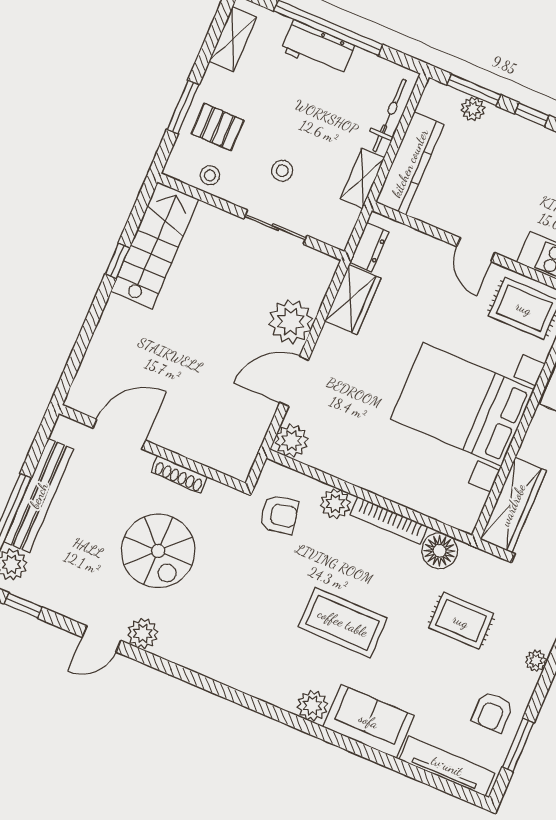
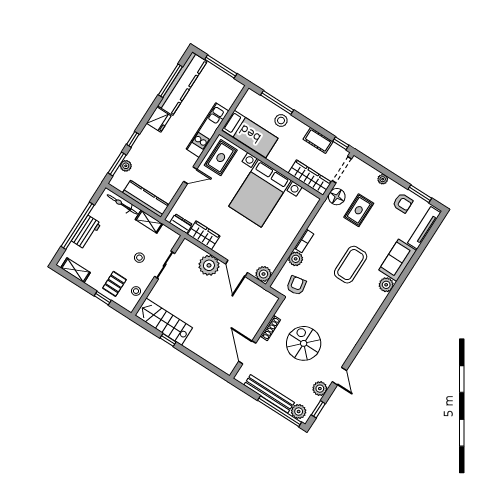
window: (183, 107) -> (103, 298), width x0.67
bookcase: (389, 521) -> (304, 241), width x0.64
spiral stairs: (158, 551) -> (304, 343), turned -90
floor lamp: (440, 551) -> (337, 197), moved
plant: (143, 633) -> (320, 389), moved

